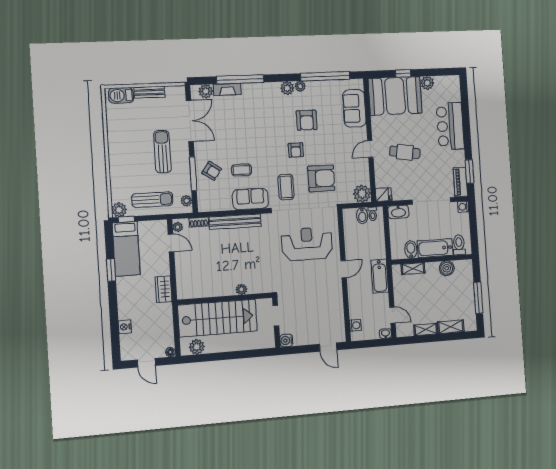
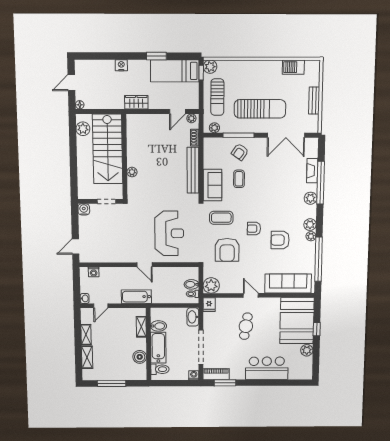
plant: (206, 91) -> (310, 198), moved
barbecue: (121, 95) -> (293, 67), moved, turned -90
sofa: (354, 108) -> (288, 283), width x1.36
sun lounger: (162, 152) -> (260, 109), width x1.36, depth x1.34
nightstand: (125, 327) -> (121, 65), moved

